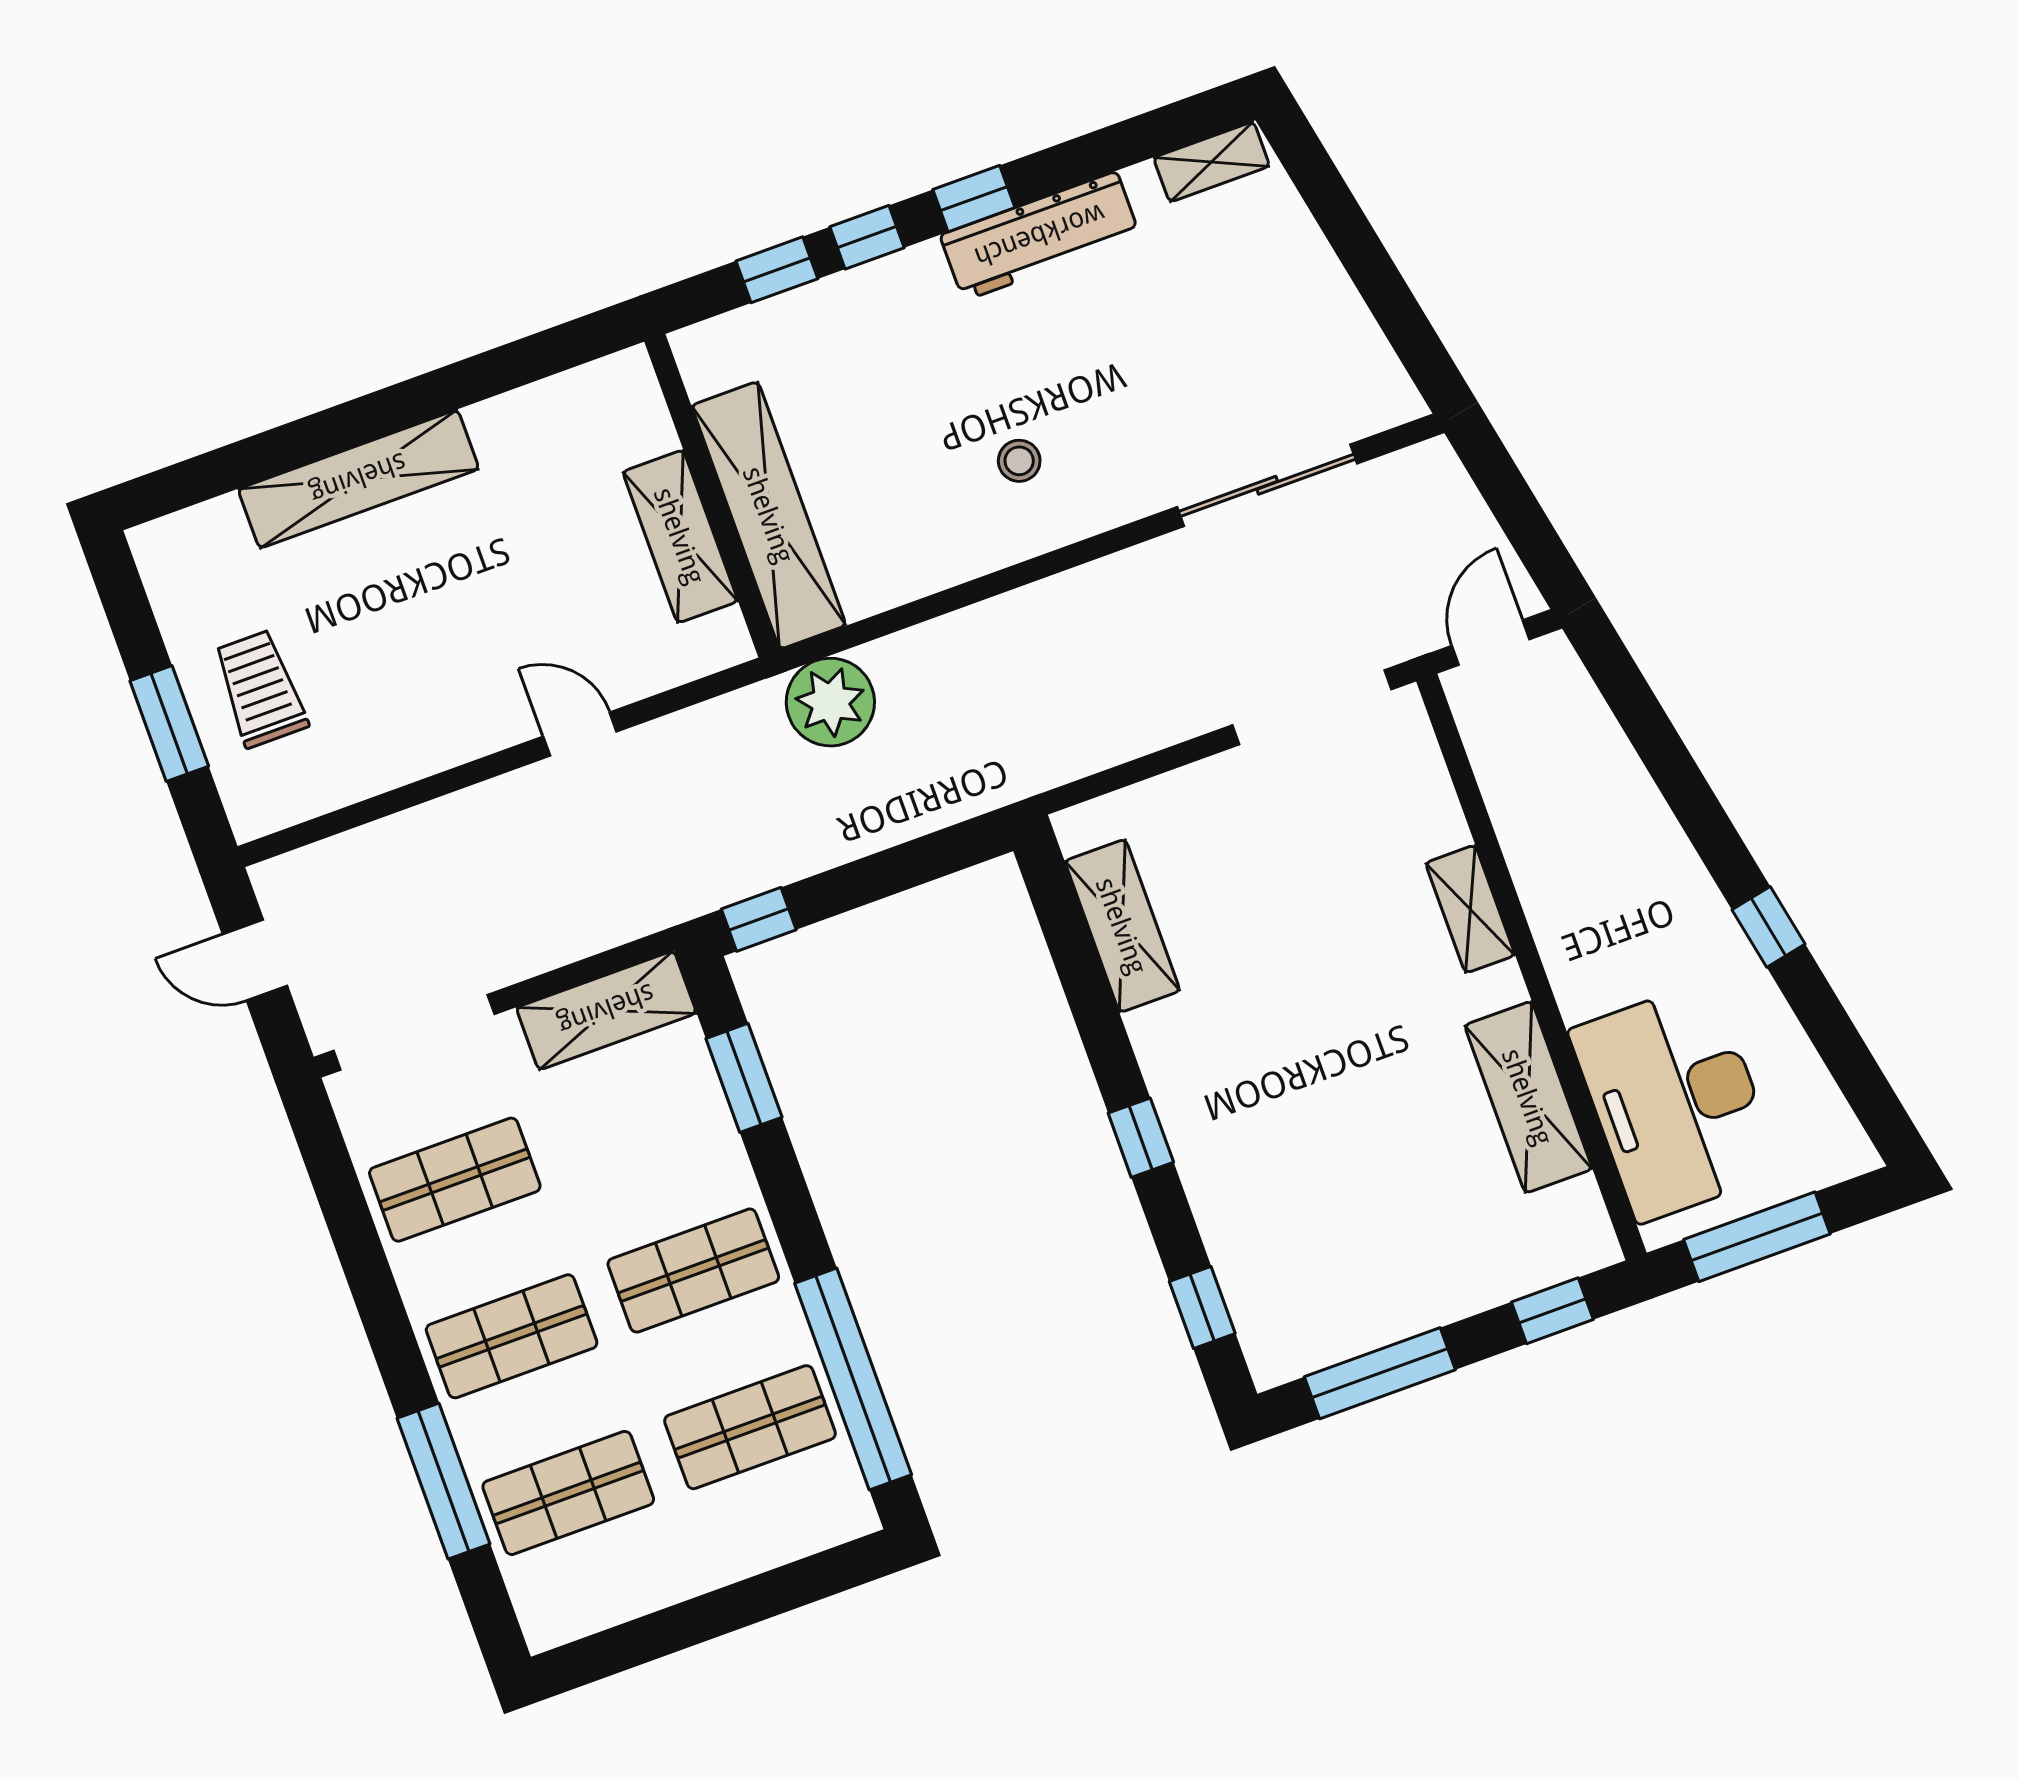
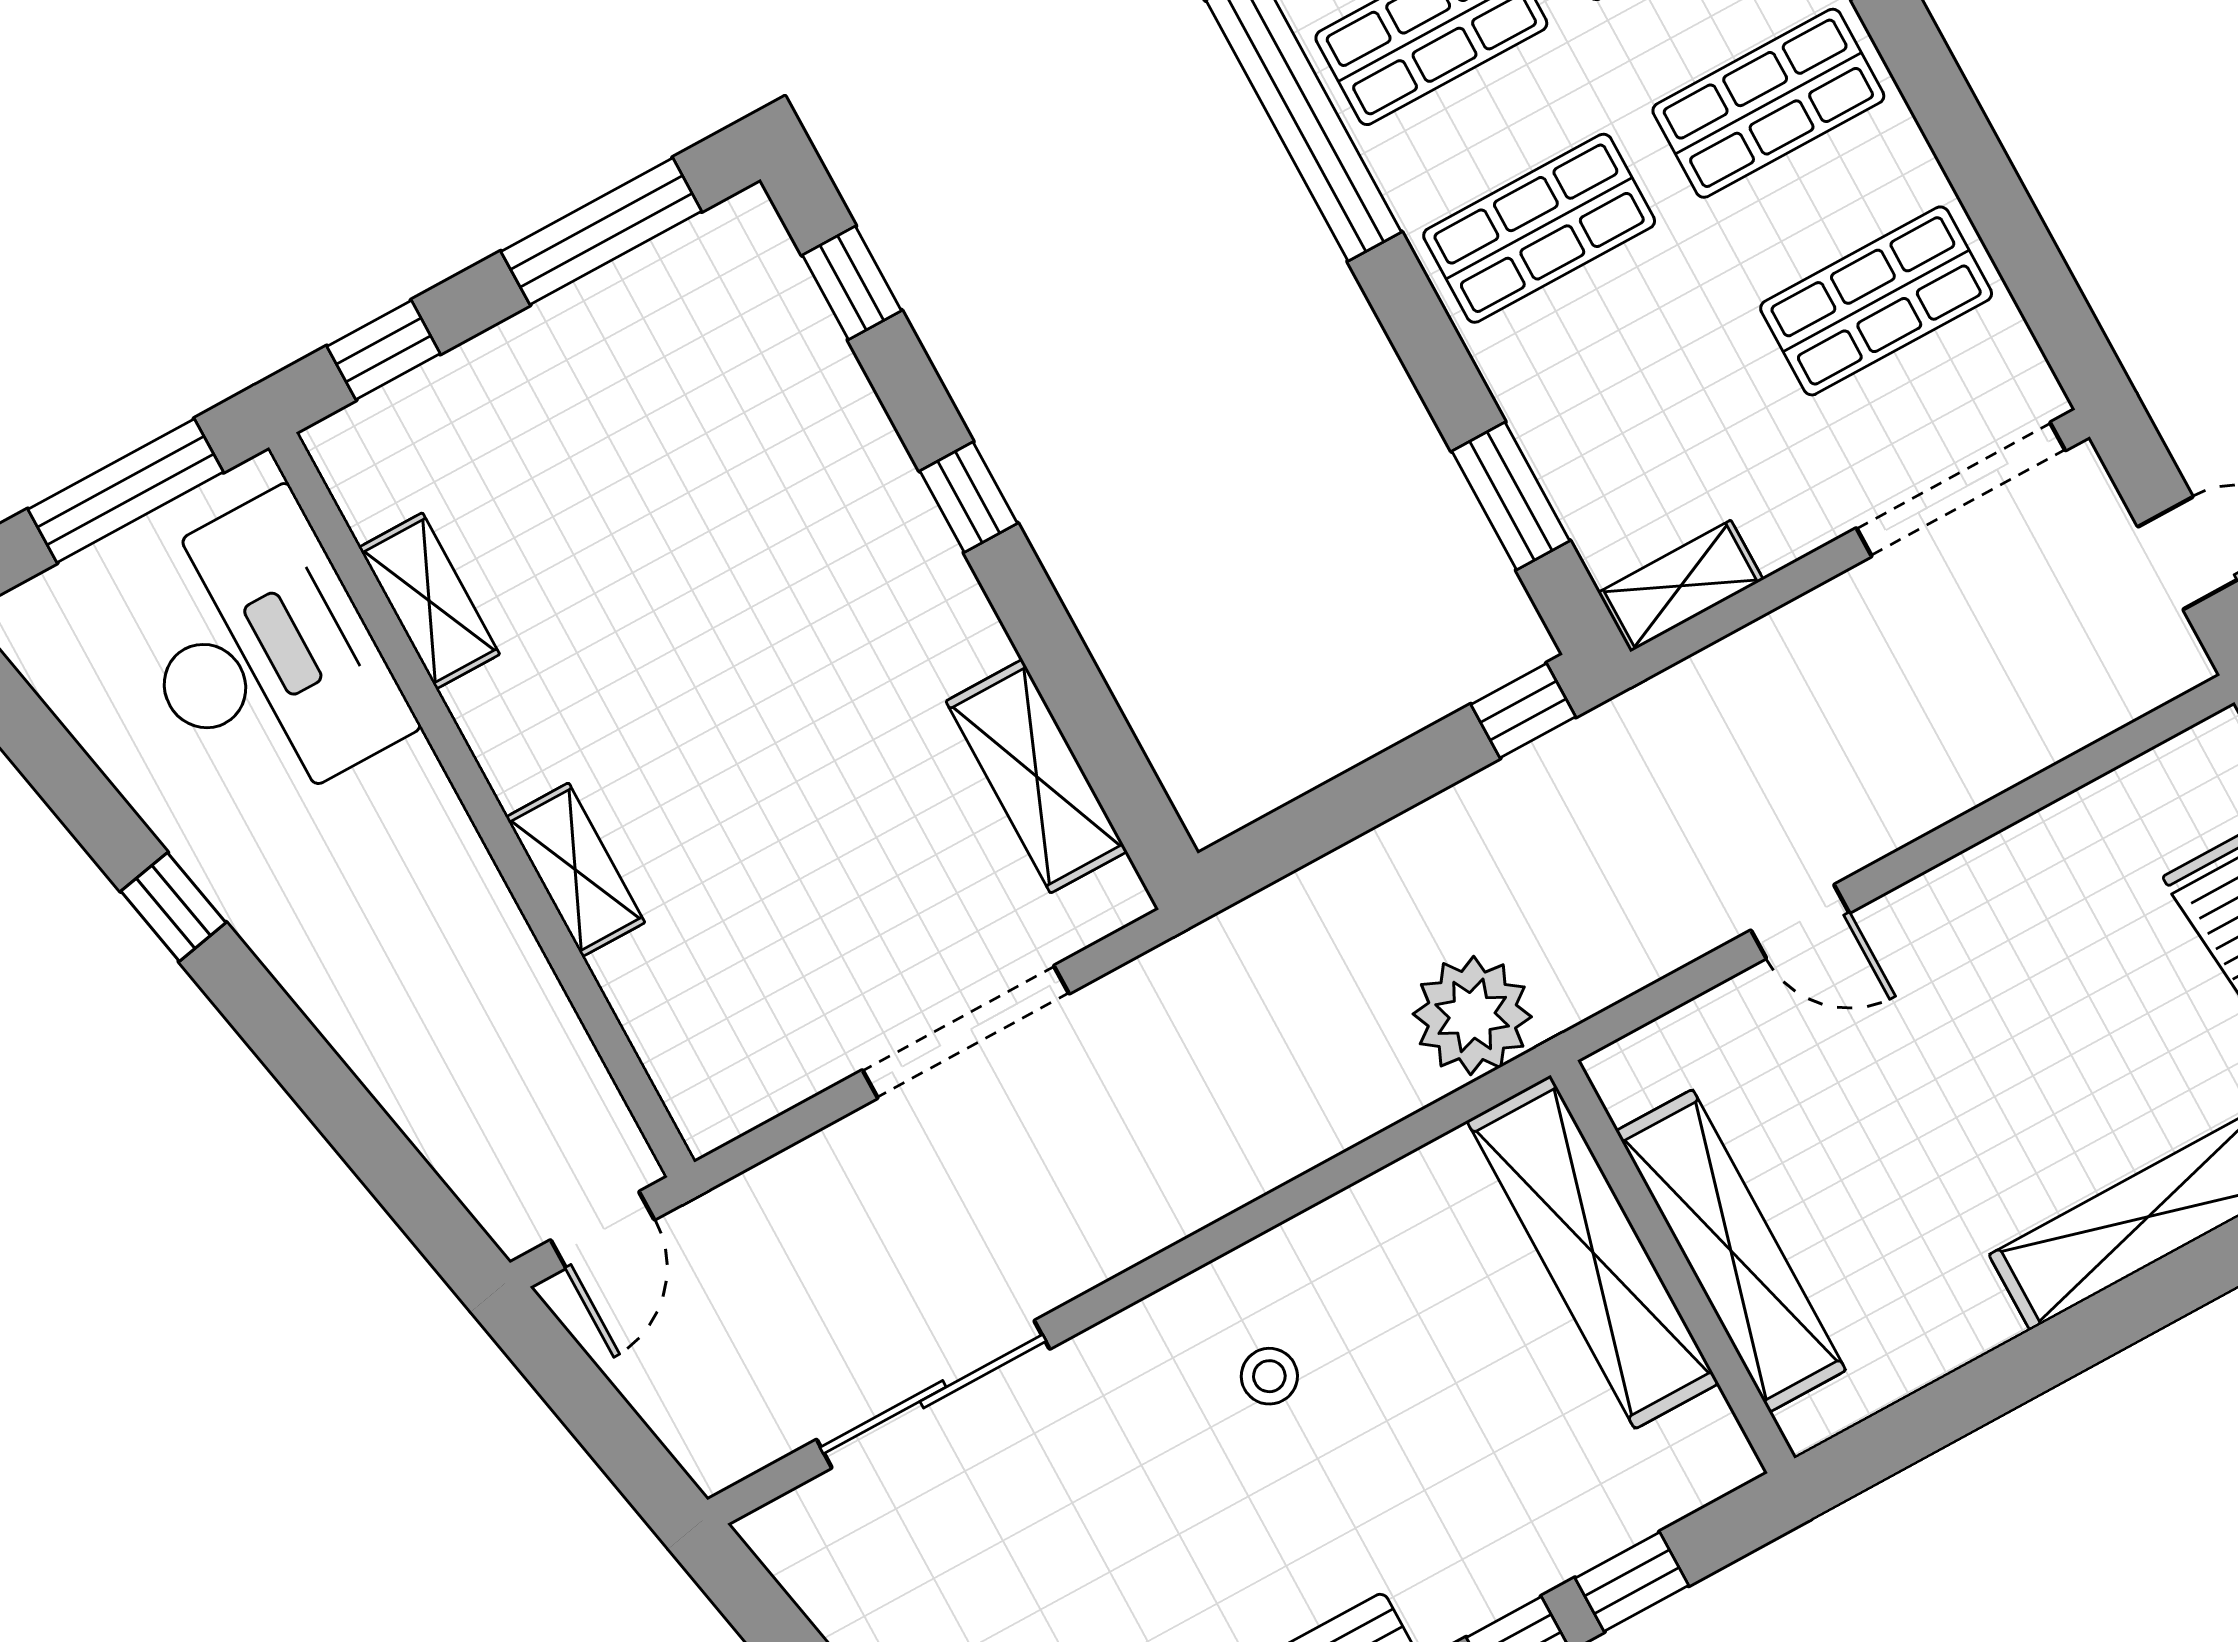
shelving: (680, 536) -> (1731, 1251), width x1.47
doorway: (1312, 707) -> (966, 1032), moved
shelving: (606, 1010) -> (1681, 586), width x0.67, depth x0.75
shelving: (1528, 1097) -> (429, 601), width x0.67, depth x0.75

